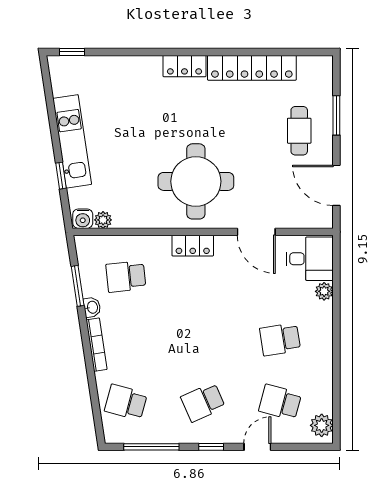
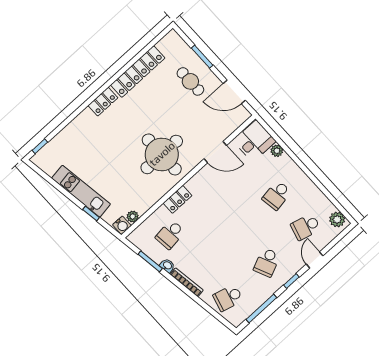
locker: (193, 246) -> (177, 199), moved

